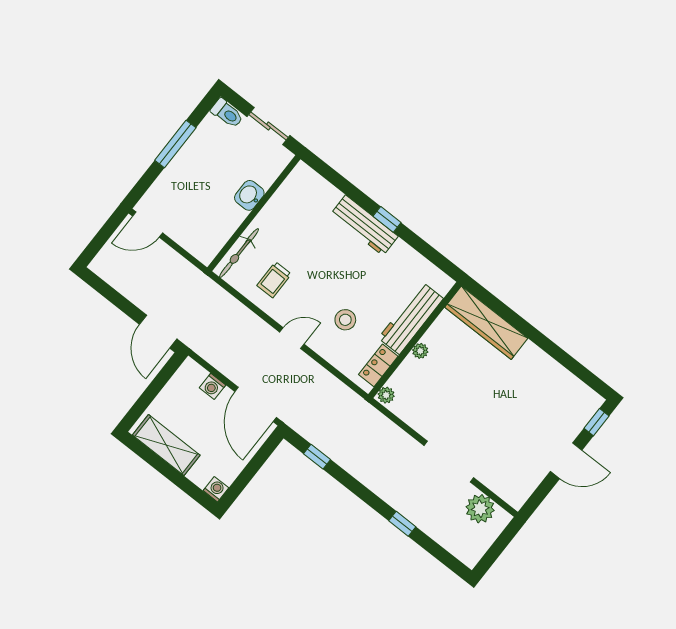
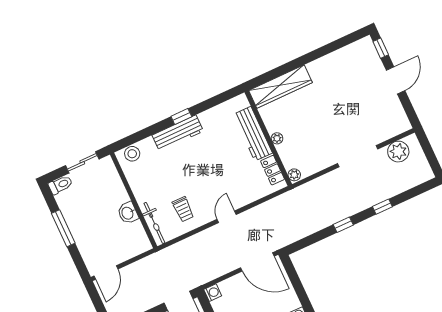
washbasin: (249, 195) -> (128, 213), moved
stool: (345, 320) -> (132, 154), moved
washing machine: (212, 386) -> (213, 293), moved, turned -90
window: (317, 457) -> (343, 225), moved

